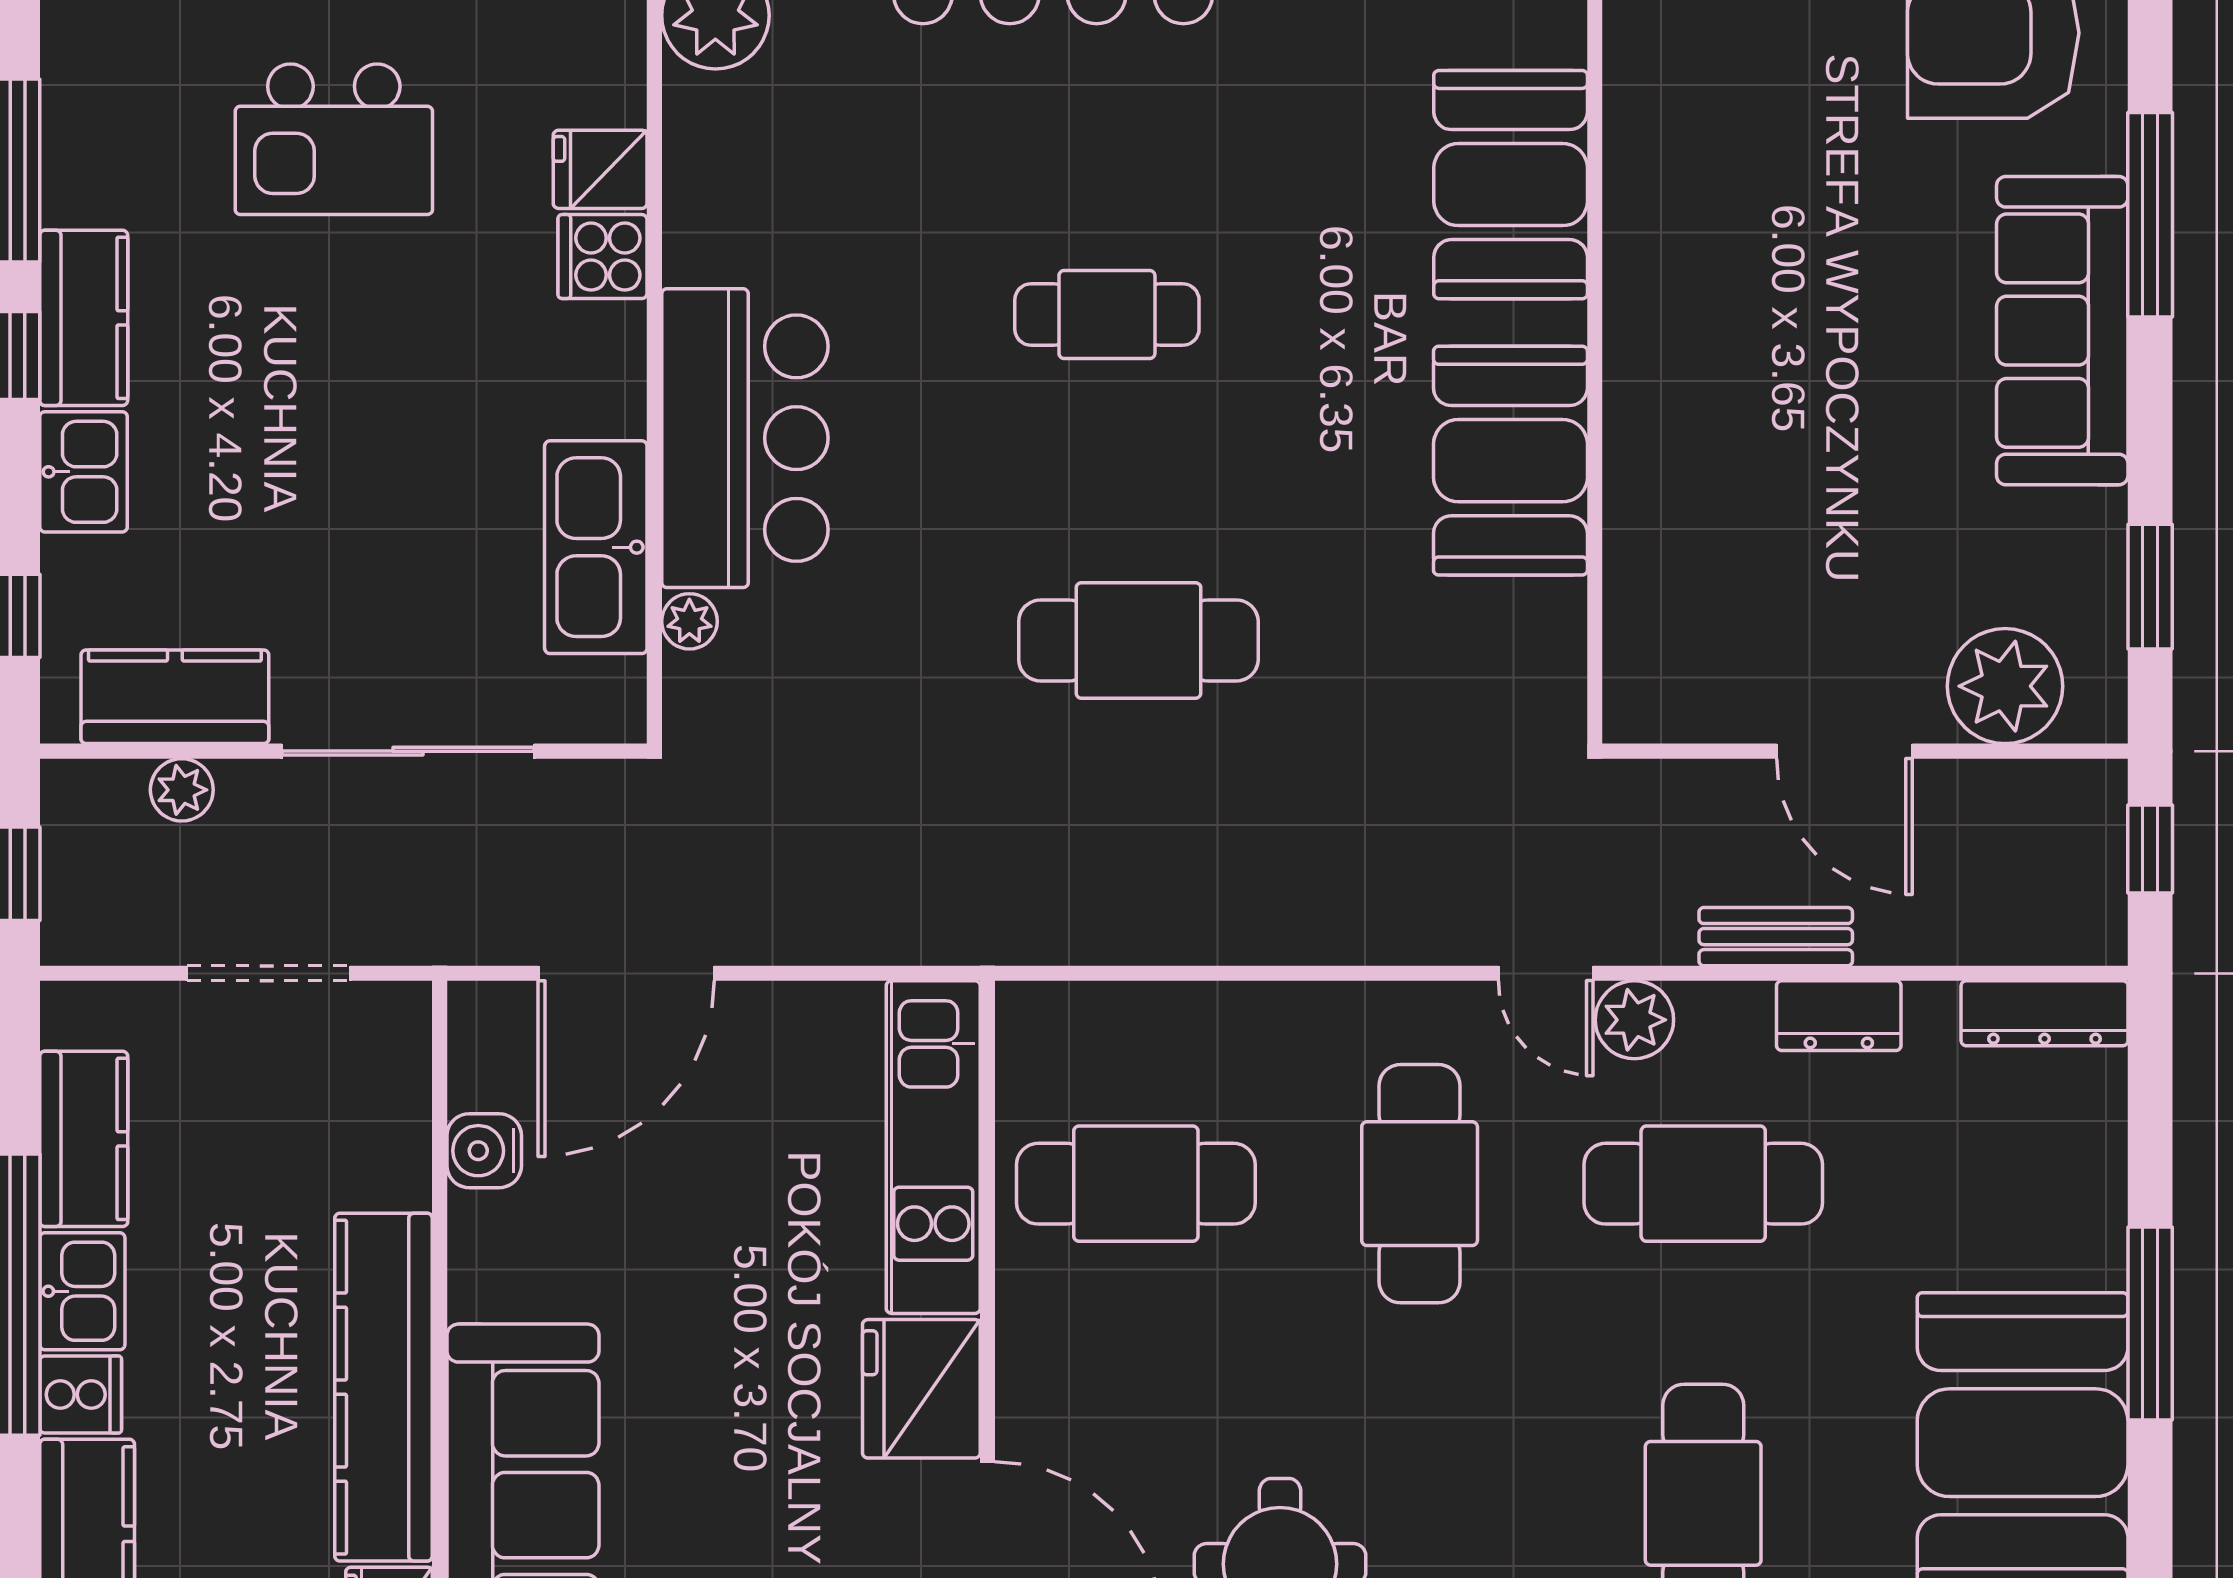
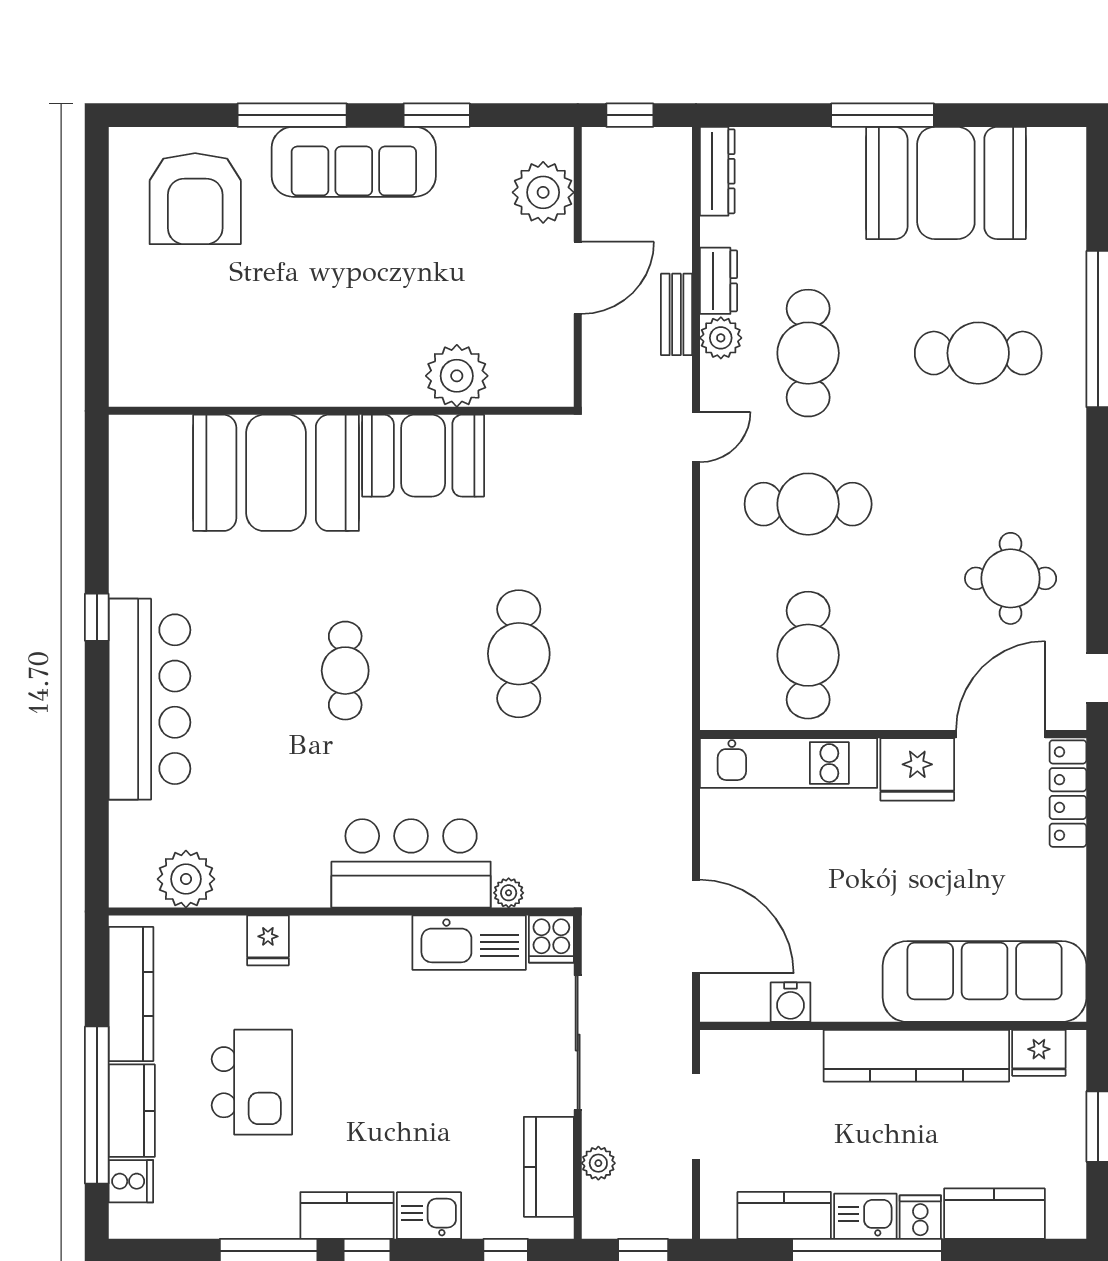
booth: (1511, 185) -> (276, 473), width x1.36, depth x1.42
cooker: (603, 257) -> (551, 939), moved
plant: (1660, 524) -> (457, 376), added
window: (2150, 587) -> (437, 115), moved
plant: (1634, 1020) -> (721, 338), moved

